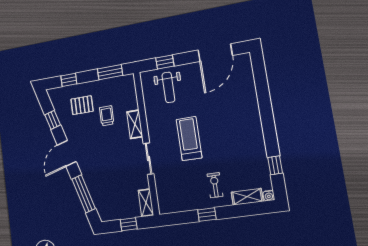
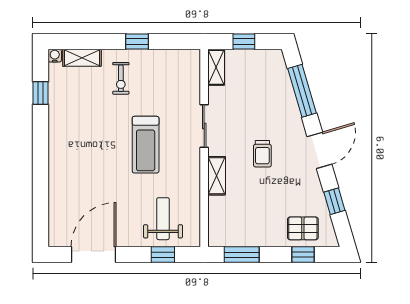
pallet: (82, 105) -> (303, 228), moved
trolley: (107, 116) -> (262, 154), moved

